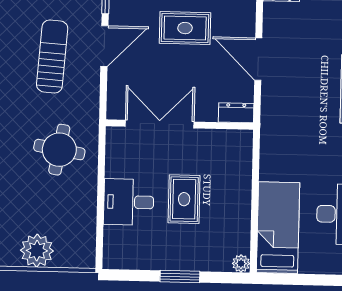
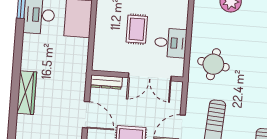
dresser: (236, 113) -> (106, 82), width x1.44
desk: (129, 202) -> (171, 43), moved

